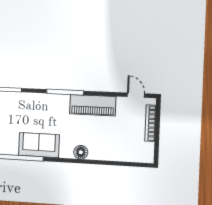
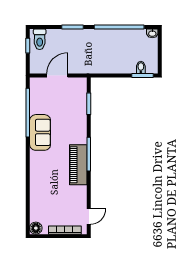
piano: (93, 105) -> (78, 165), moved
floor lamp: (81, 152) -> (36, 228), moved

